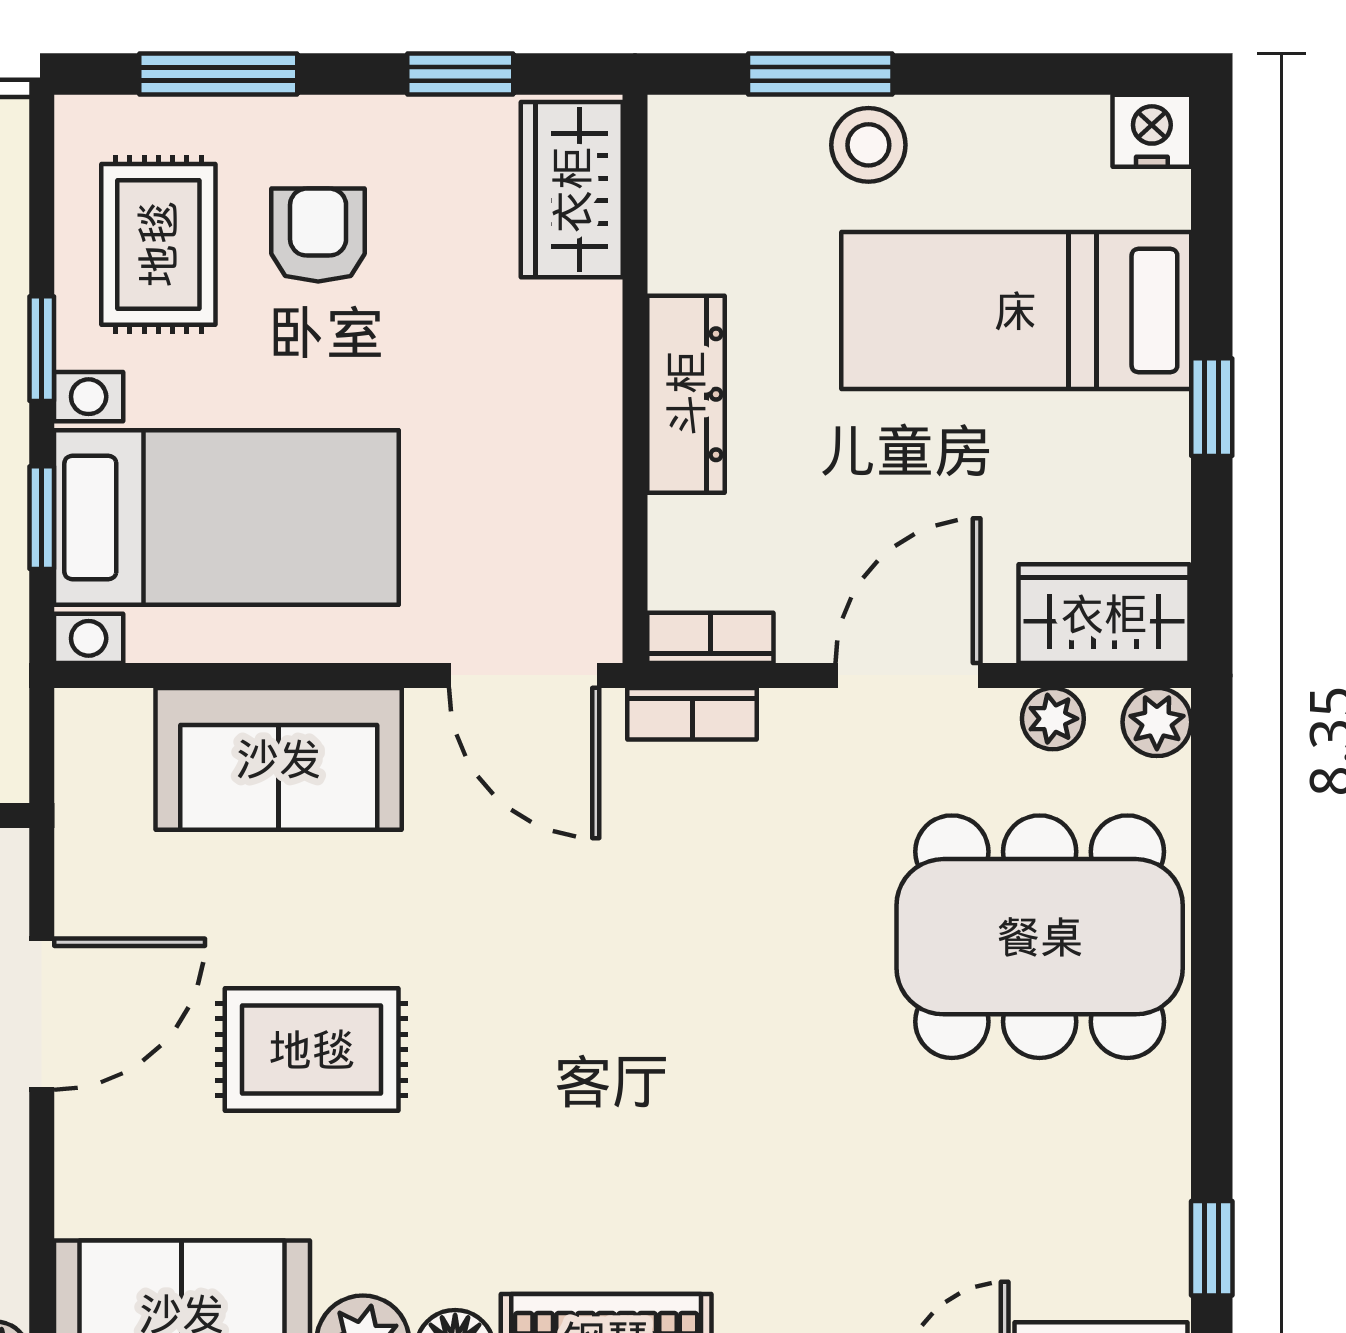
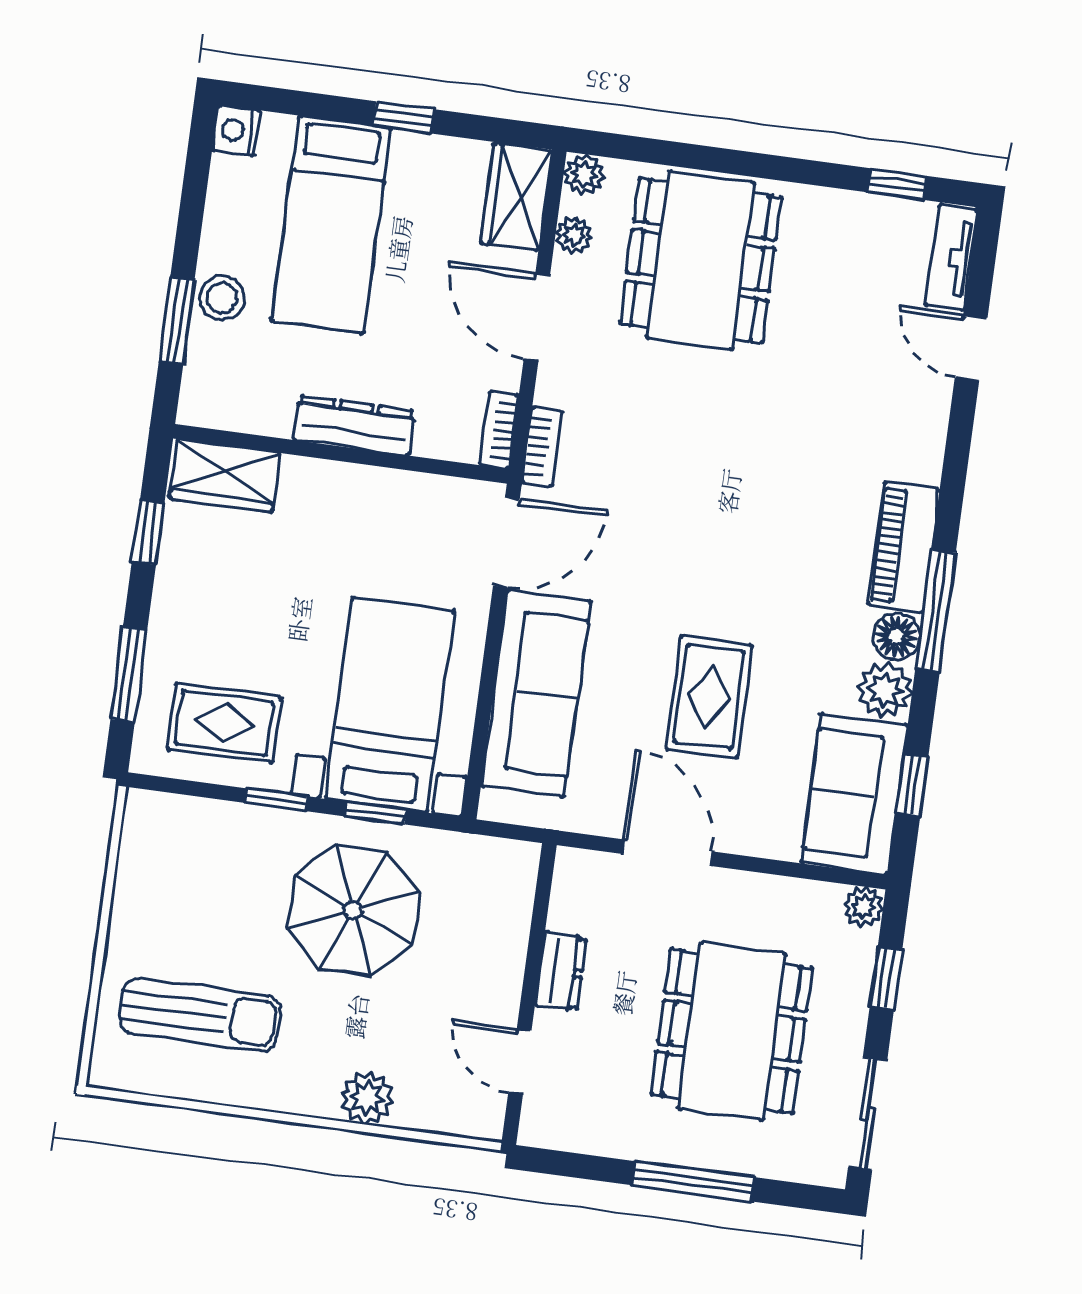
armchair: (318, 235) -> (231, 628), removed
sofa: (279, 759) -> (536, 693), width x1.36

